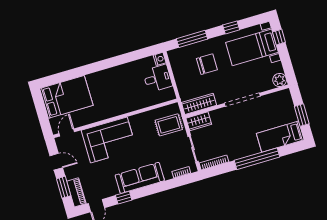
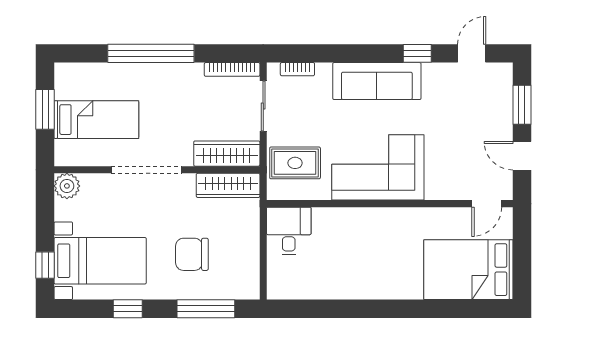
nightstand: (160, 59) -> (276, 289), removed
desk: (158, 78) -> (289, 231), moved, turned 90
wardrobe: (199, 121) -> (227, 154), width x1.50
bed: (280, 137) -> (96, 120), moved
corner sofa: (109, 140) -> (378, 167), moved
piano: (76, 192) -> (501, 88), removed

